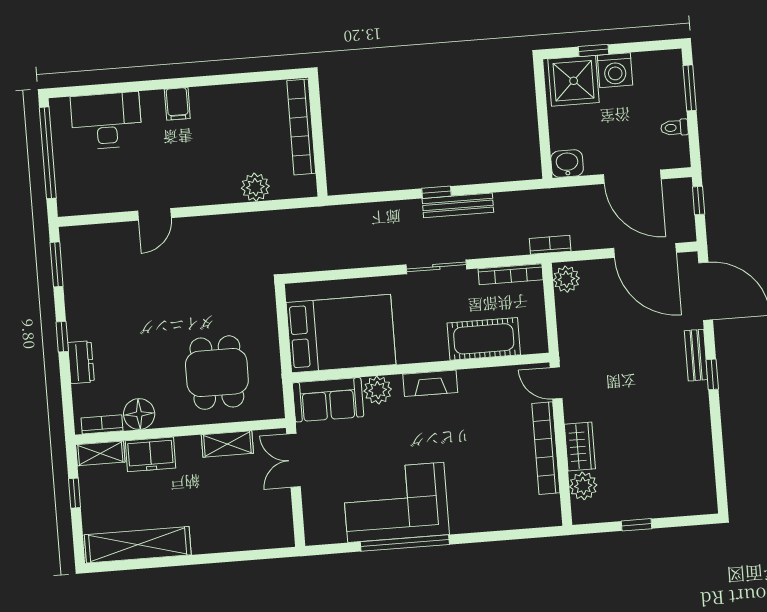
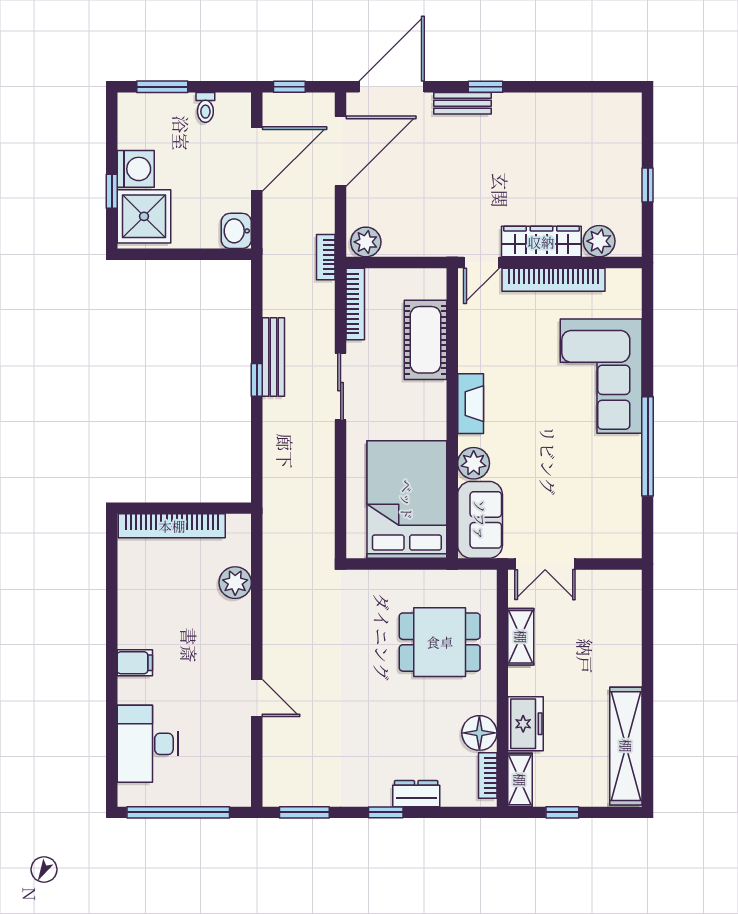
wardrobe: (580, 446) -> (541, 242), width x1.50
corner sofa: (396, 502) -> (601, 376), moved

